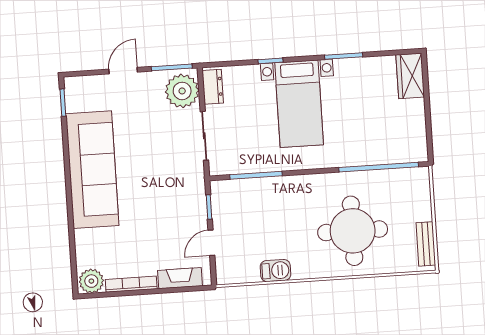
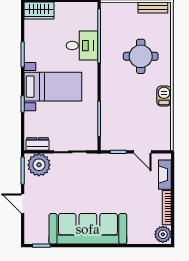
desk: (363, 143) -> (82, 46), added
round table: (353, 231) -> (141, 56), width x0.73, depth x0.73
barbecue: (275, 271) -> (164, 96), moved

